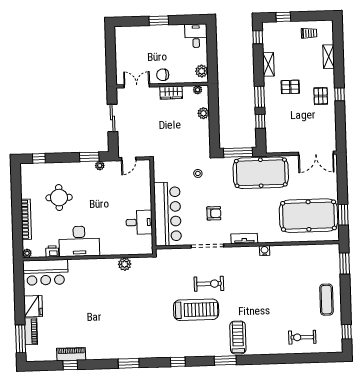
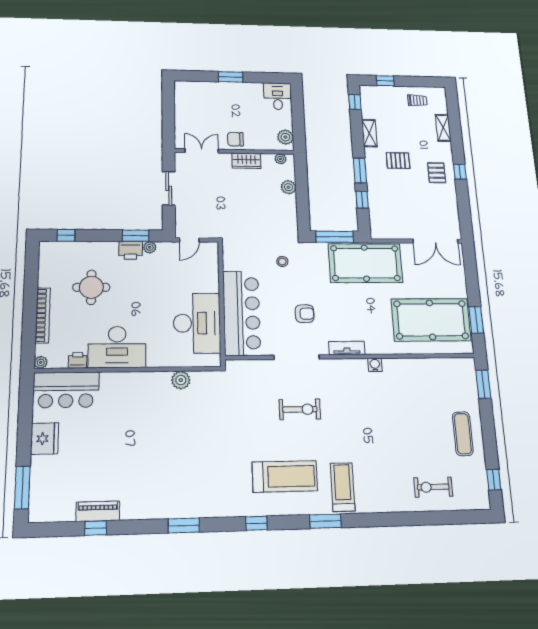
printer: (86, 168) -> (131, 250), added
desk: (139, 222) -> (197, 323), width x1.87, depth x1.30
treadmill: (196, 310) -> (285, 476), moved
piano: (31, 331) -> (39, 476), removed

